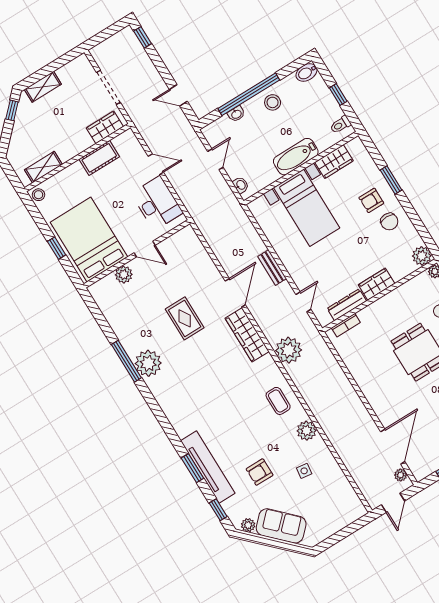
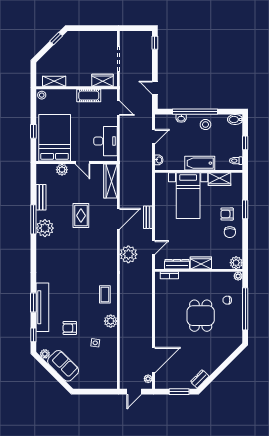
shelving: (43, 87) -> (82, 36), removed
door: (156, 164) -> (118, 108), moved
bench: (119, 327) -> (41, 197), added
wardrobe: (247, 335) -> (110, 181), moved
plant: (289, 350) -> (128, 254), moved

